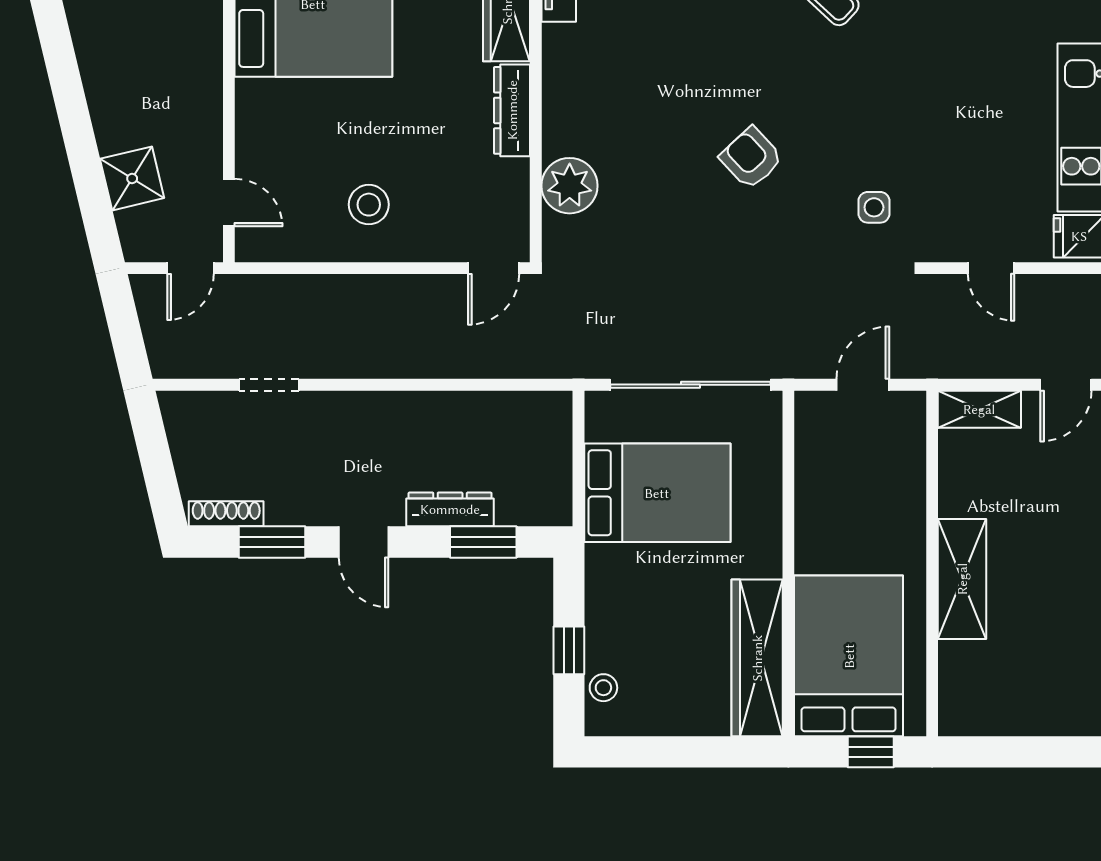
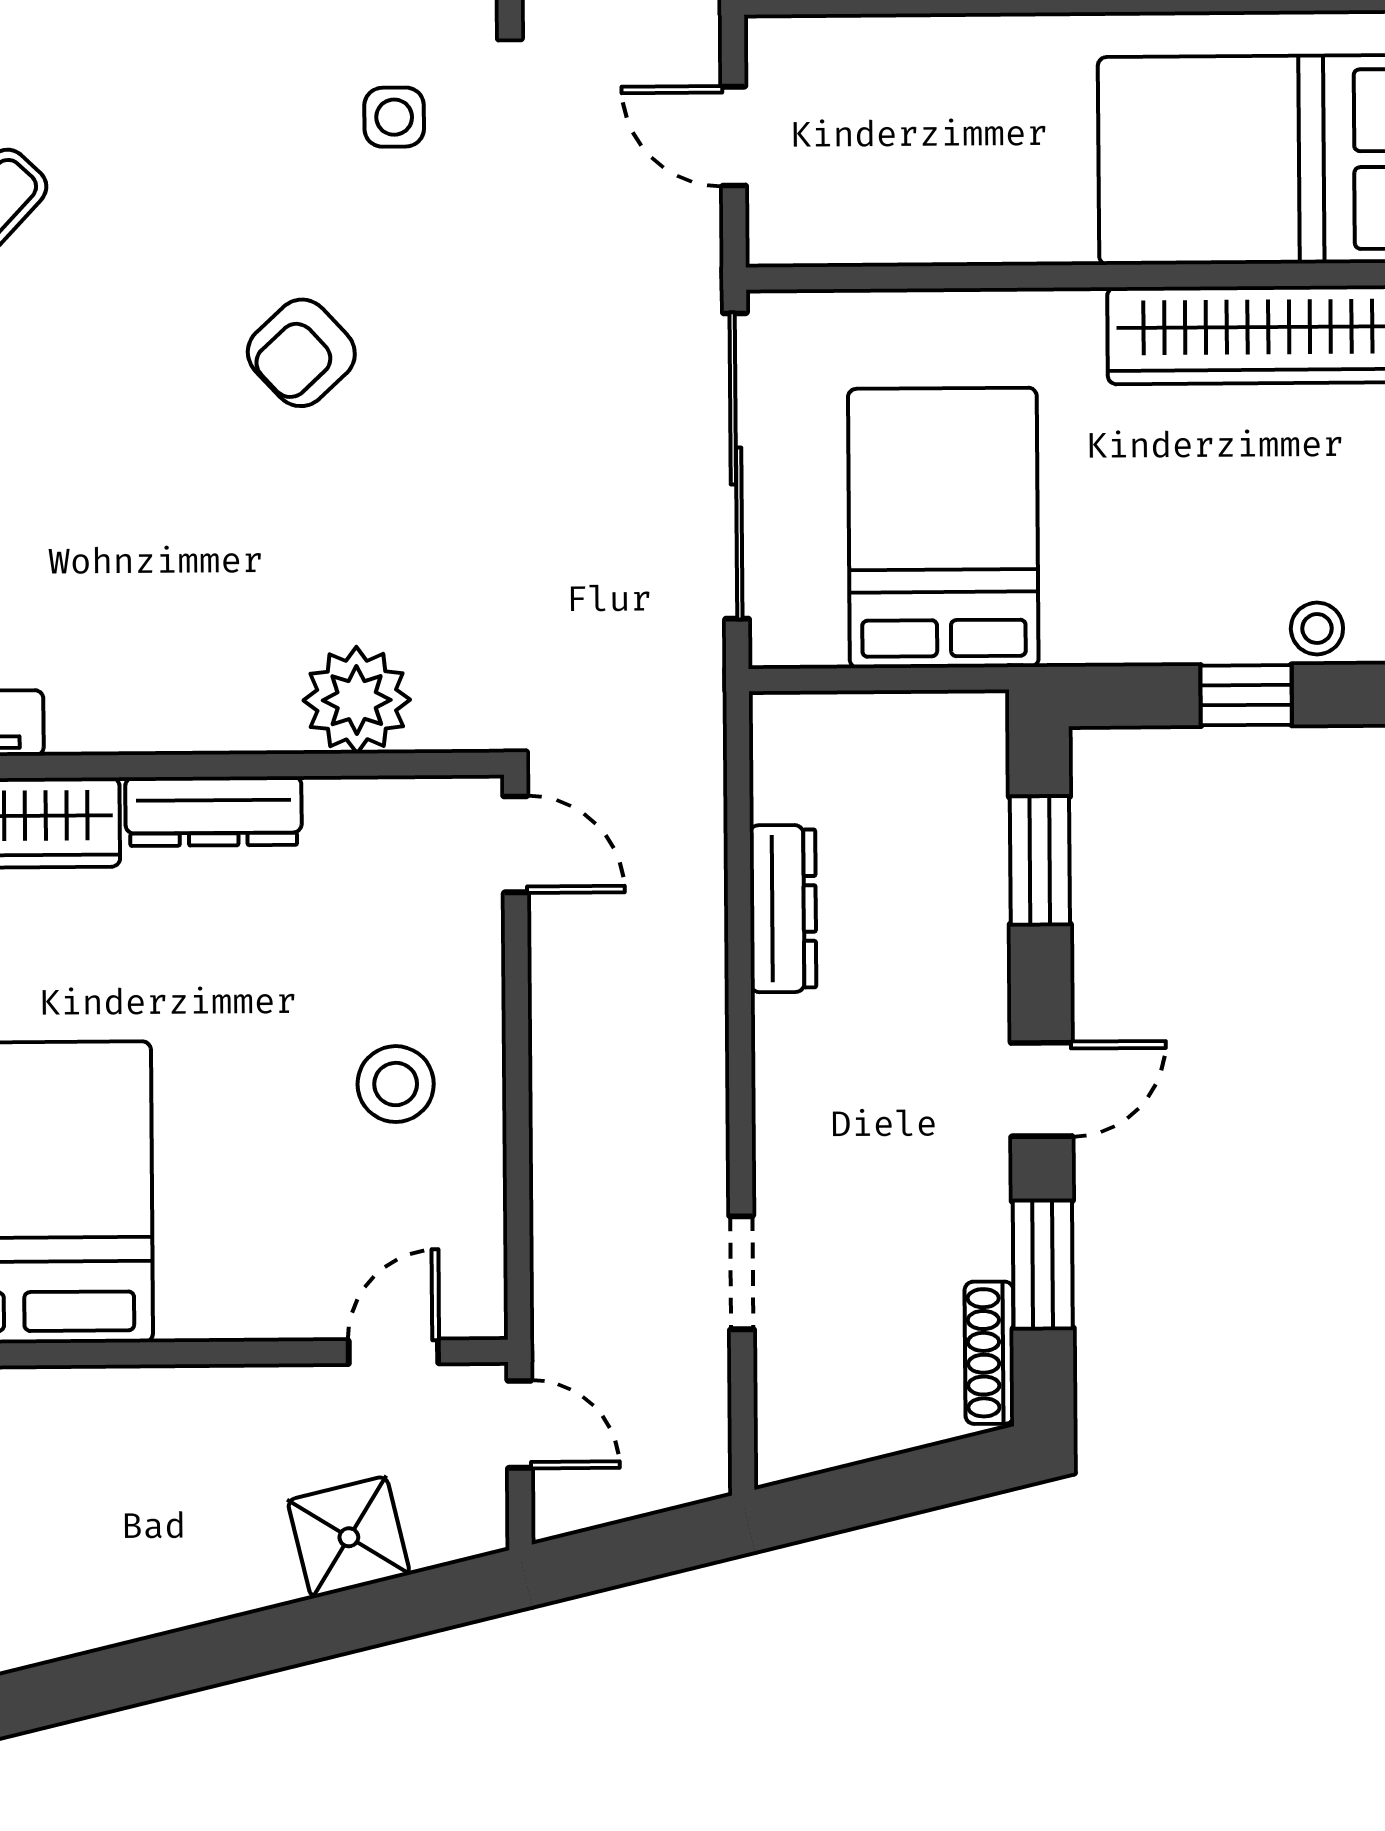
dresser: (450, 509) -> (783, 909), moved, turned 180

